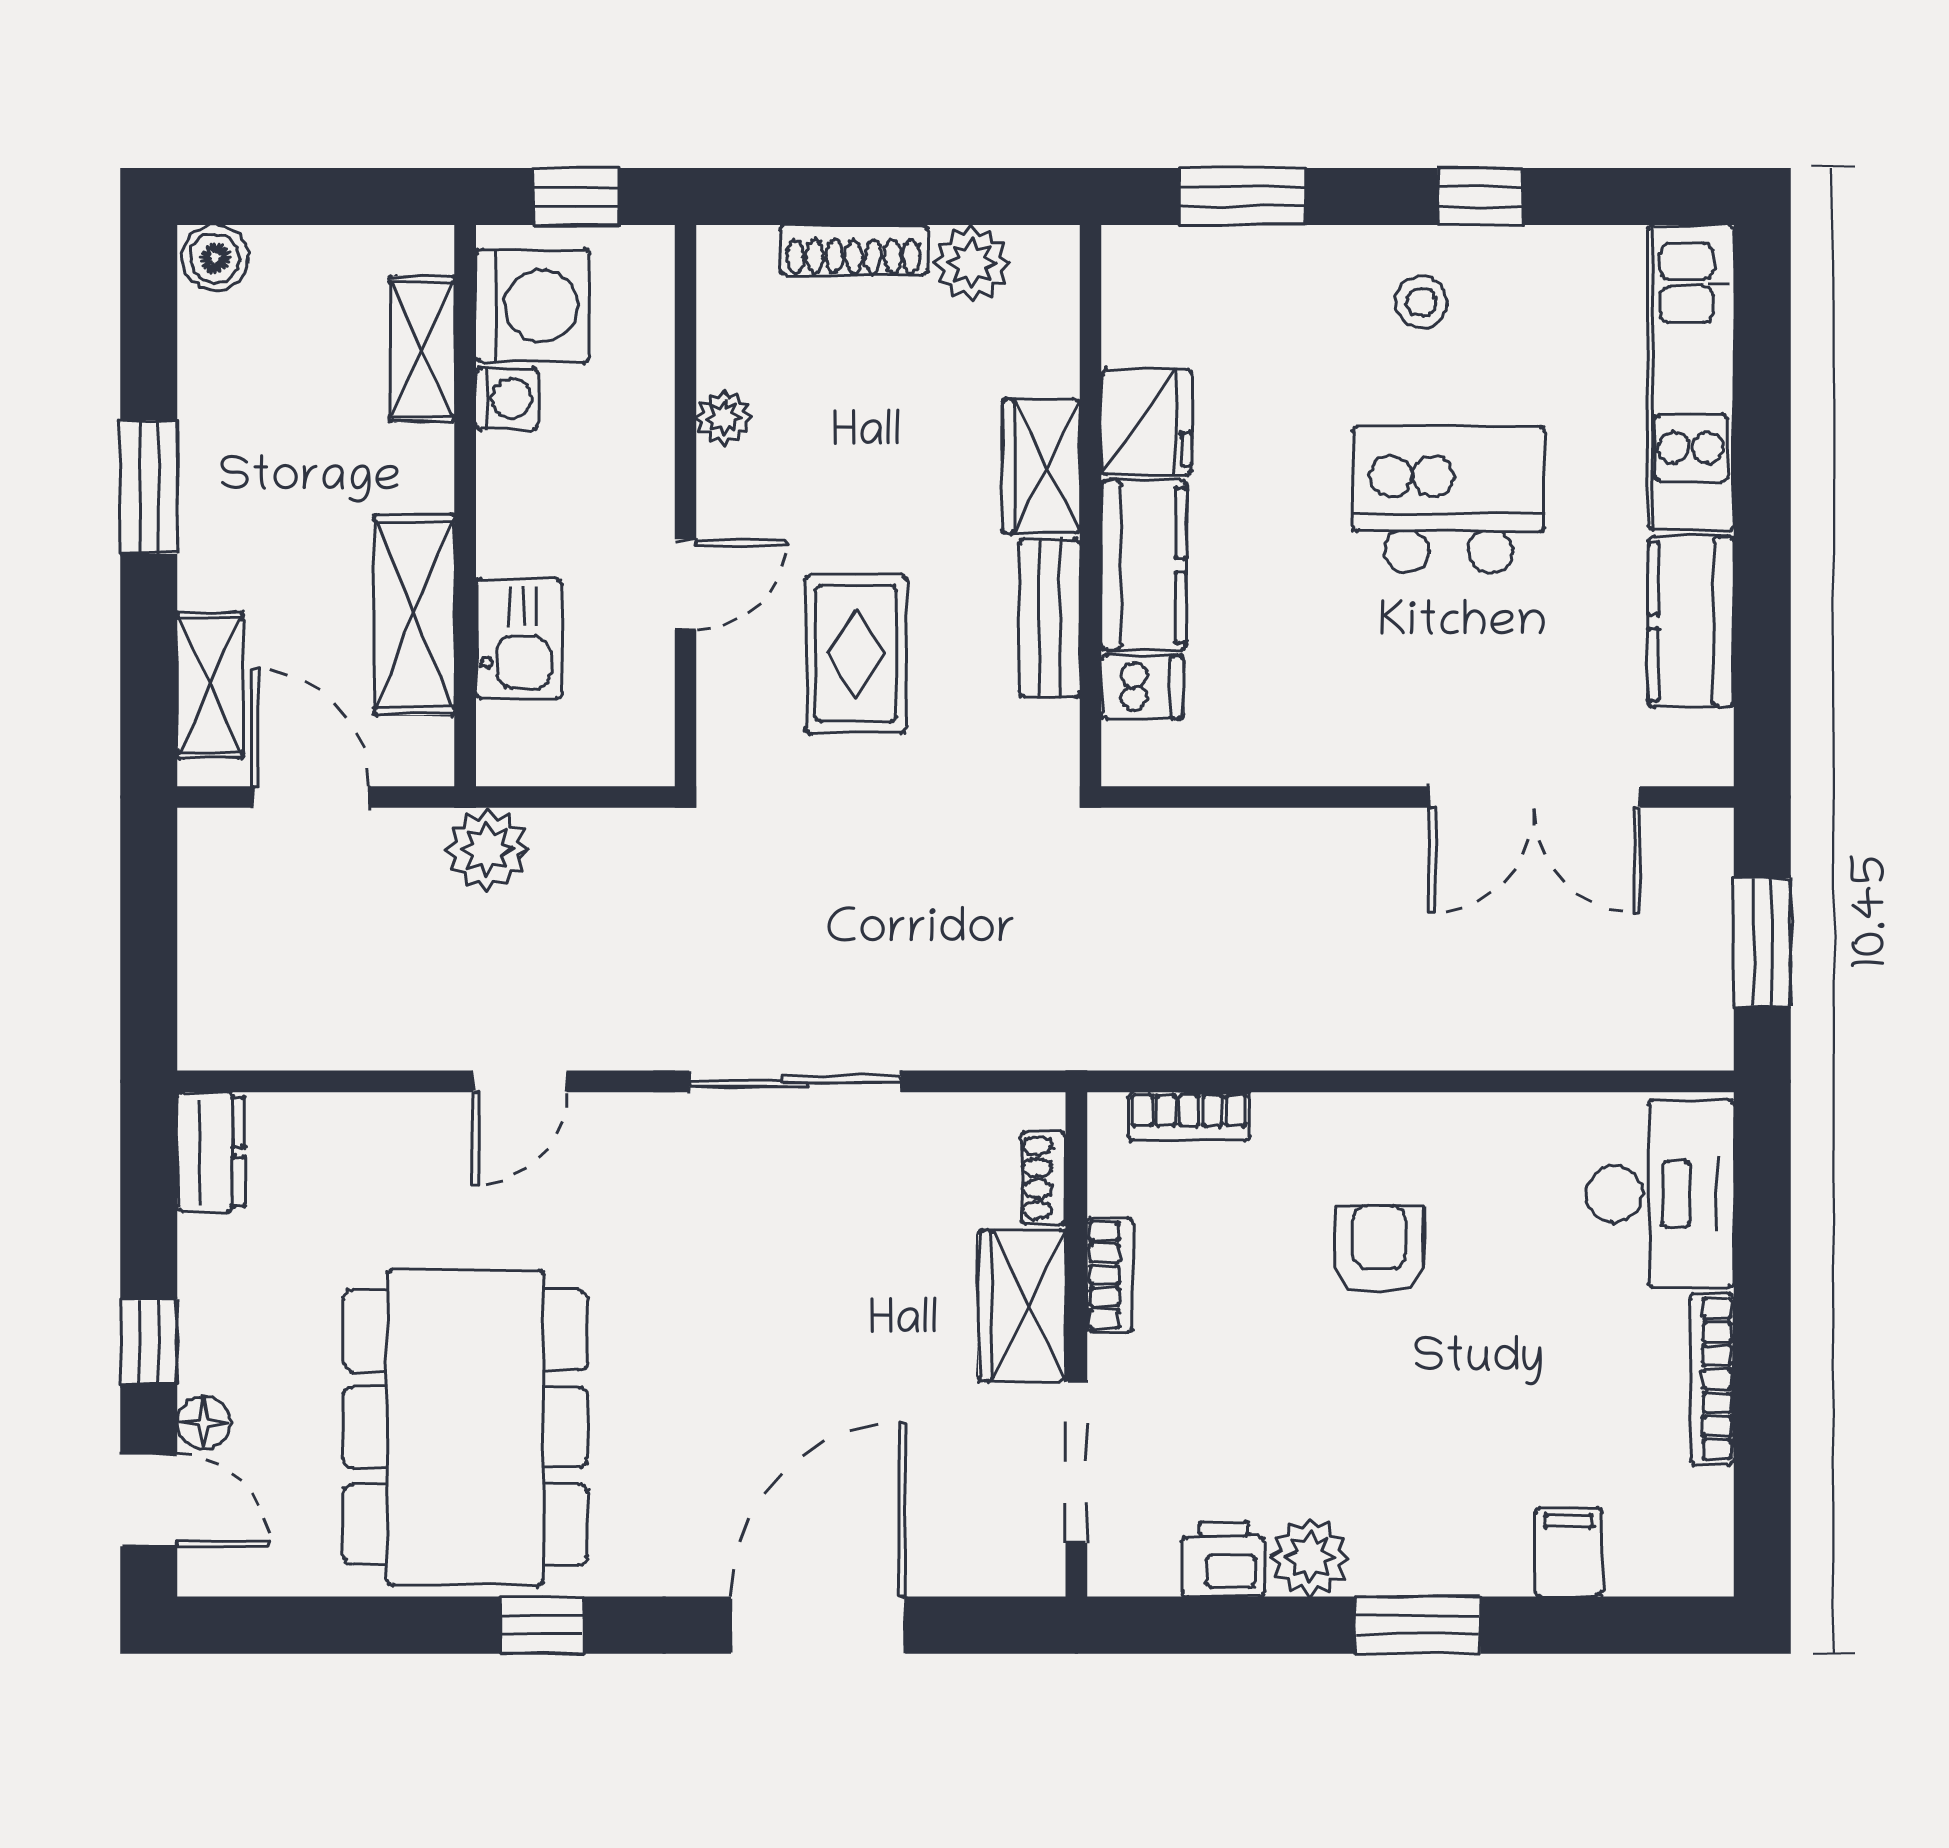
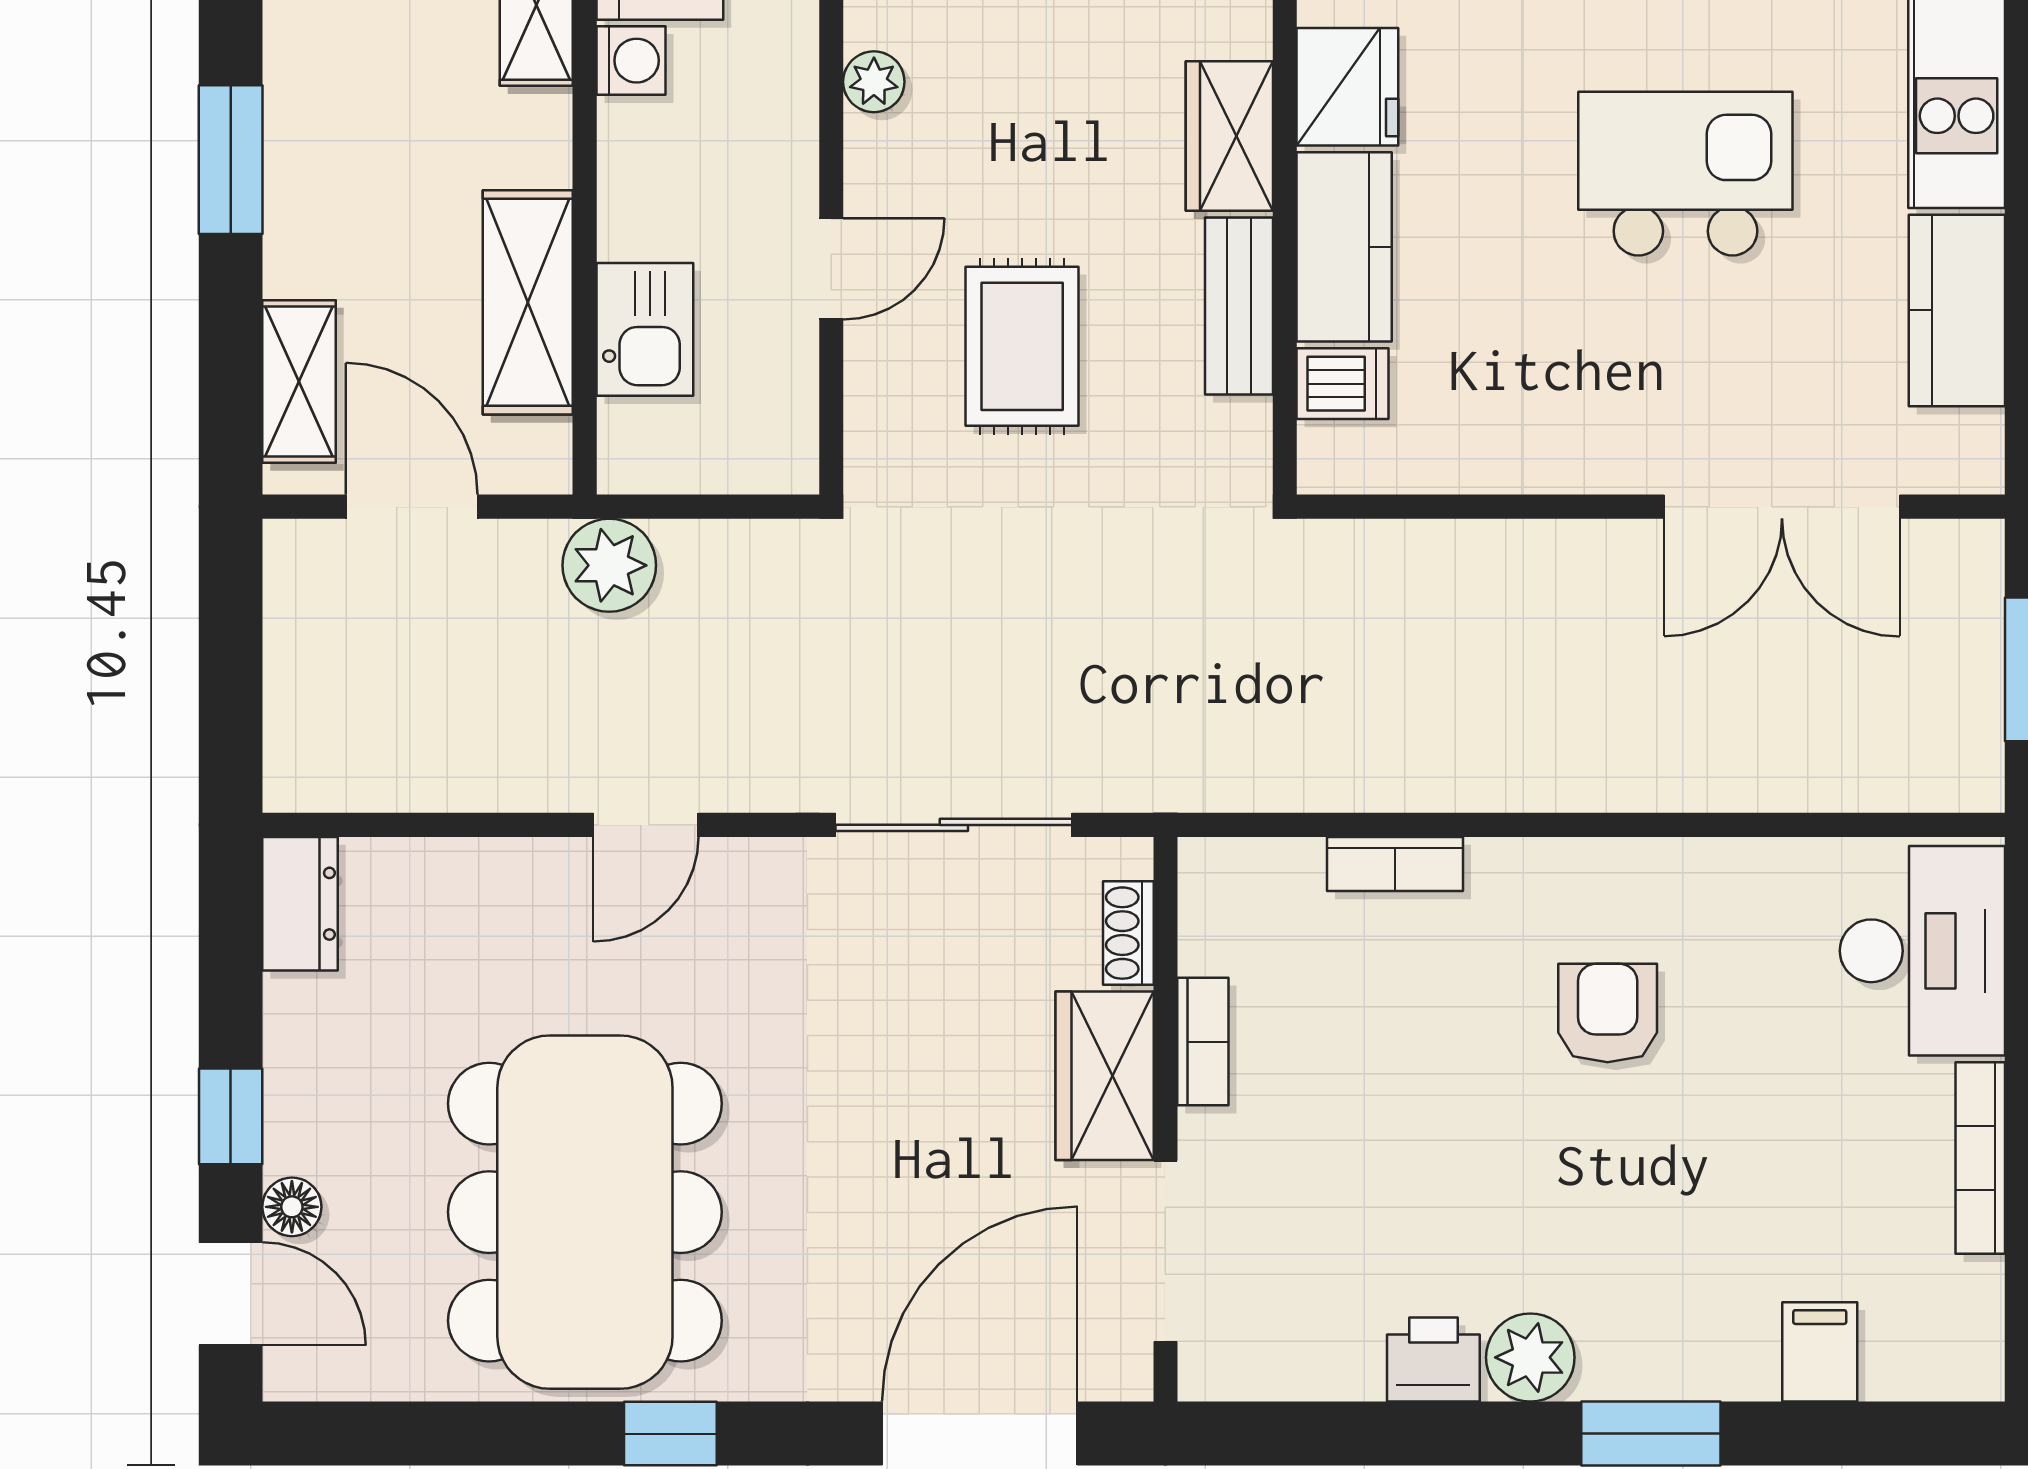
shoe rack: (1043, 1178) -> (1128, 933), moved
bookcase: (1110, 1275) -> (1203, 1042), moved
wardrobe: (1022, 1305) -> (1105, 1076), moved
wall: (1076, 1344) -> (1165, 1119), moved
doorway: (1076, 1462) -> (1165, 1251), moved

